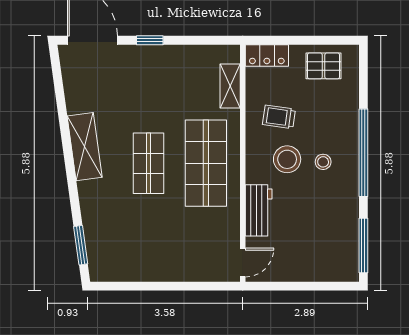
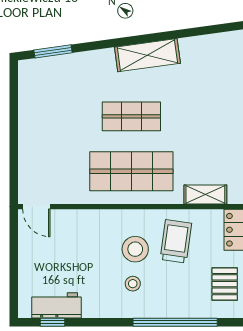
trolley: (279, 117) -> (176, 241), width x1.36, depth x1.39
window: (363, 153) -> (175, 322), moved
workbench: (259, 210) -> (57, 305), moved, turned 180
window: (363, 246) -> (53, 322), width x0.46

